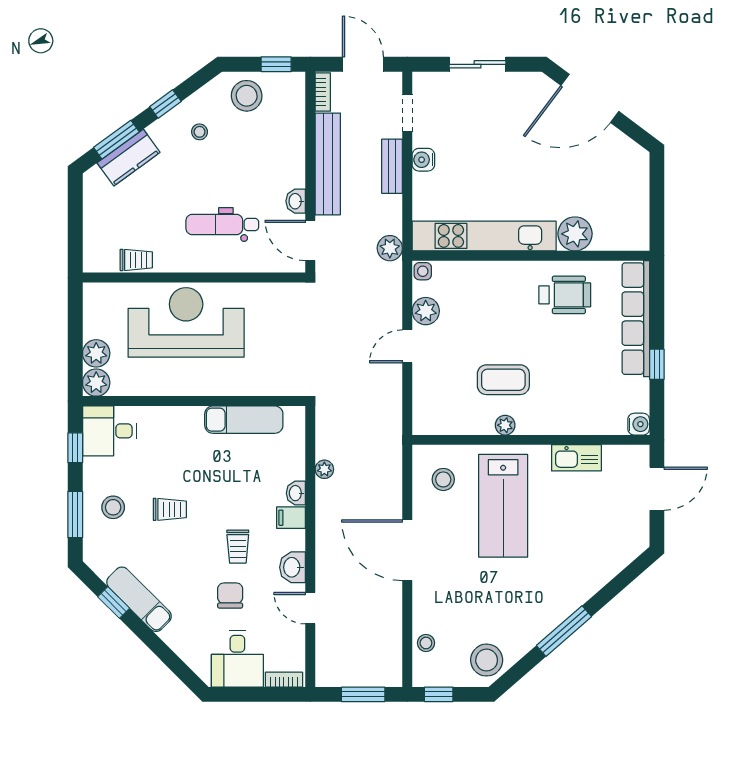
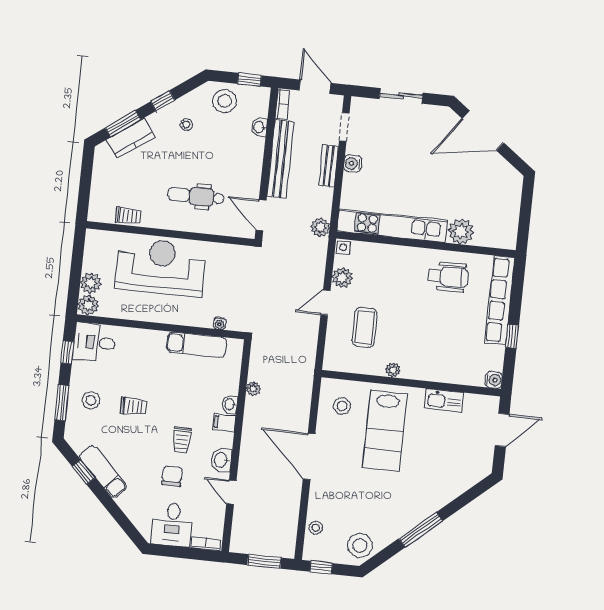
washbasin: (296, 201) -> (259, 127), moved
coffee table: (503, 380) -> (365, 327), moved, turned 90
water cooler: (271, 388) -> (220, 323), added

